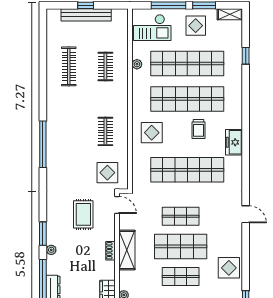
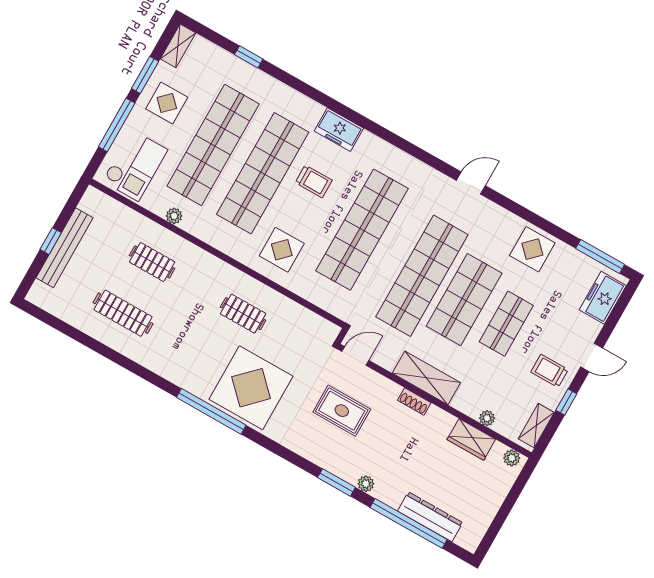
freezer: (234, 142) -> (339, 130), moved
display table: (107, 173) -> (251, 388), moved, width x1.86, depth x1.86
shop shelf: (181, 216) -> (422, 276), width x2.00, depth x1.36

